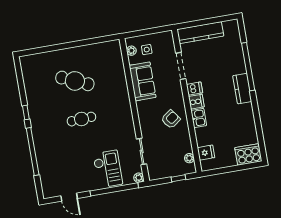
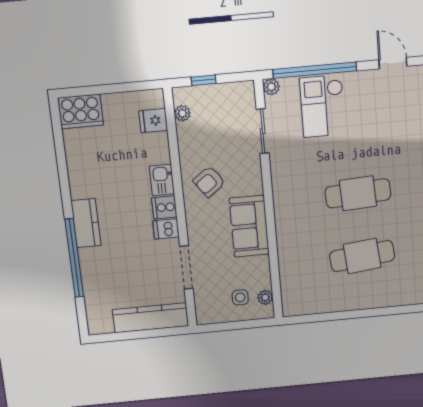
cafe table: (75, 81) -> (362, 256), turned -30
sofa: (143, 81) -> (249, 226), moved
cafe table: (81, 119) -> (358, 193), width x1.37, depth x1.35

